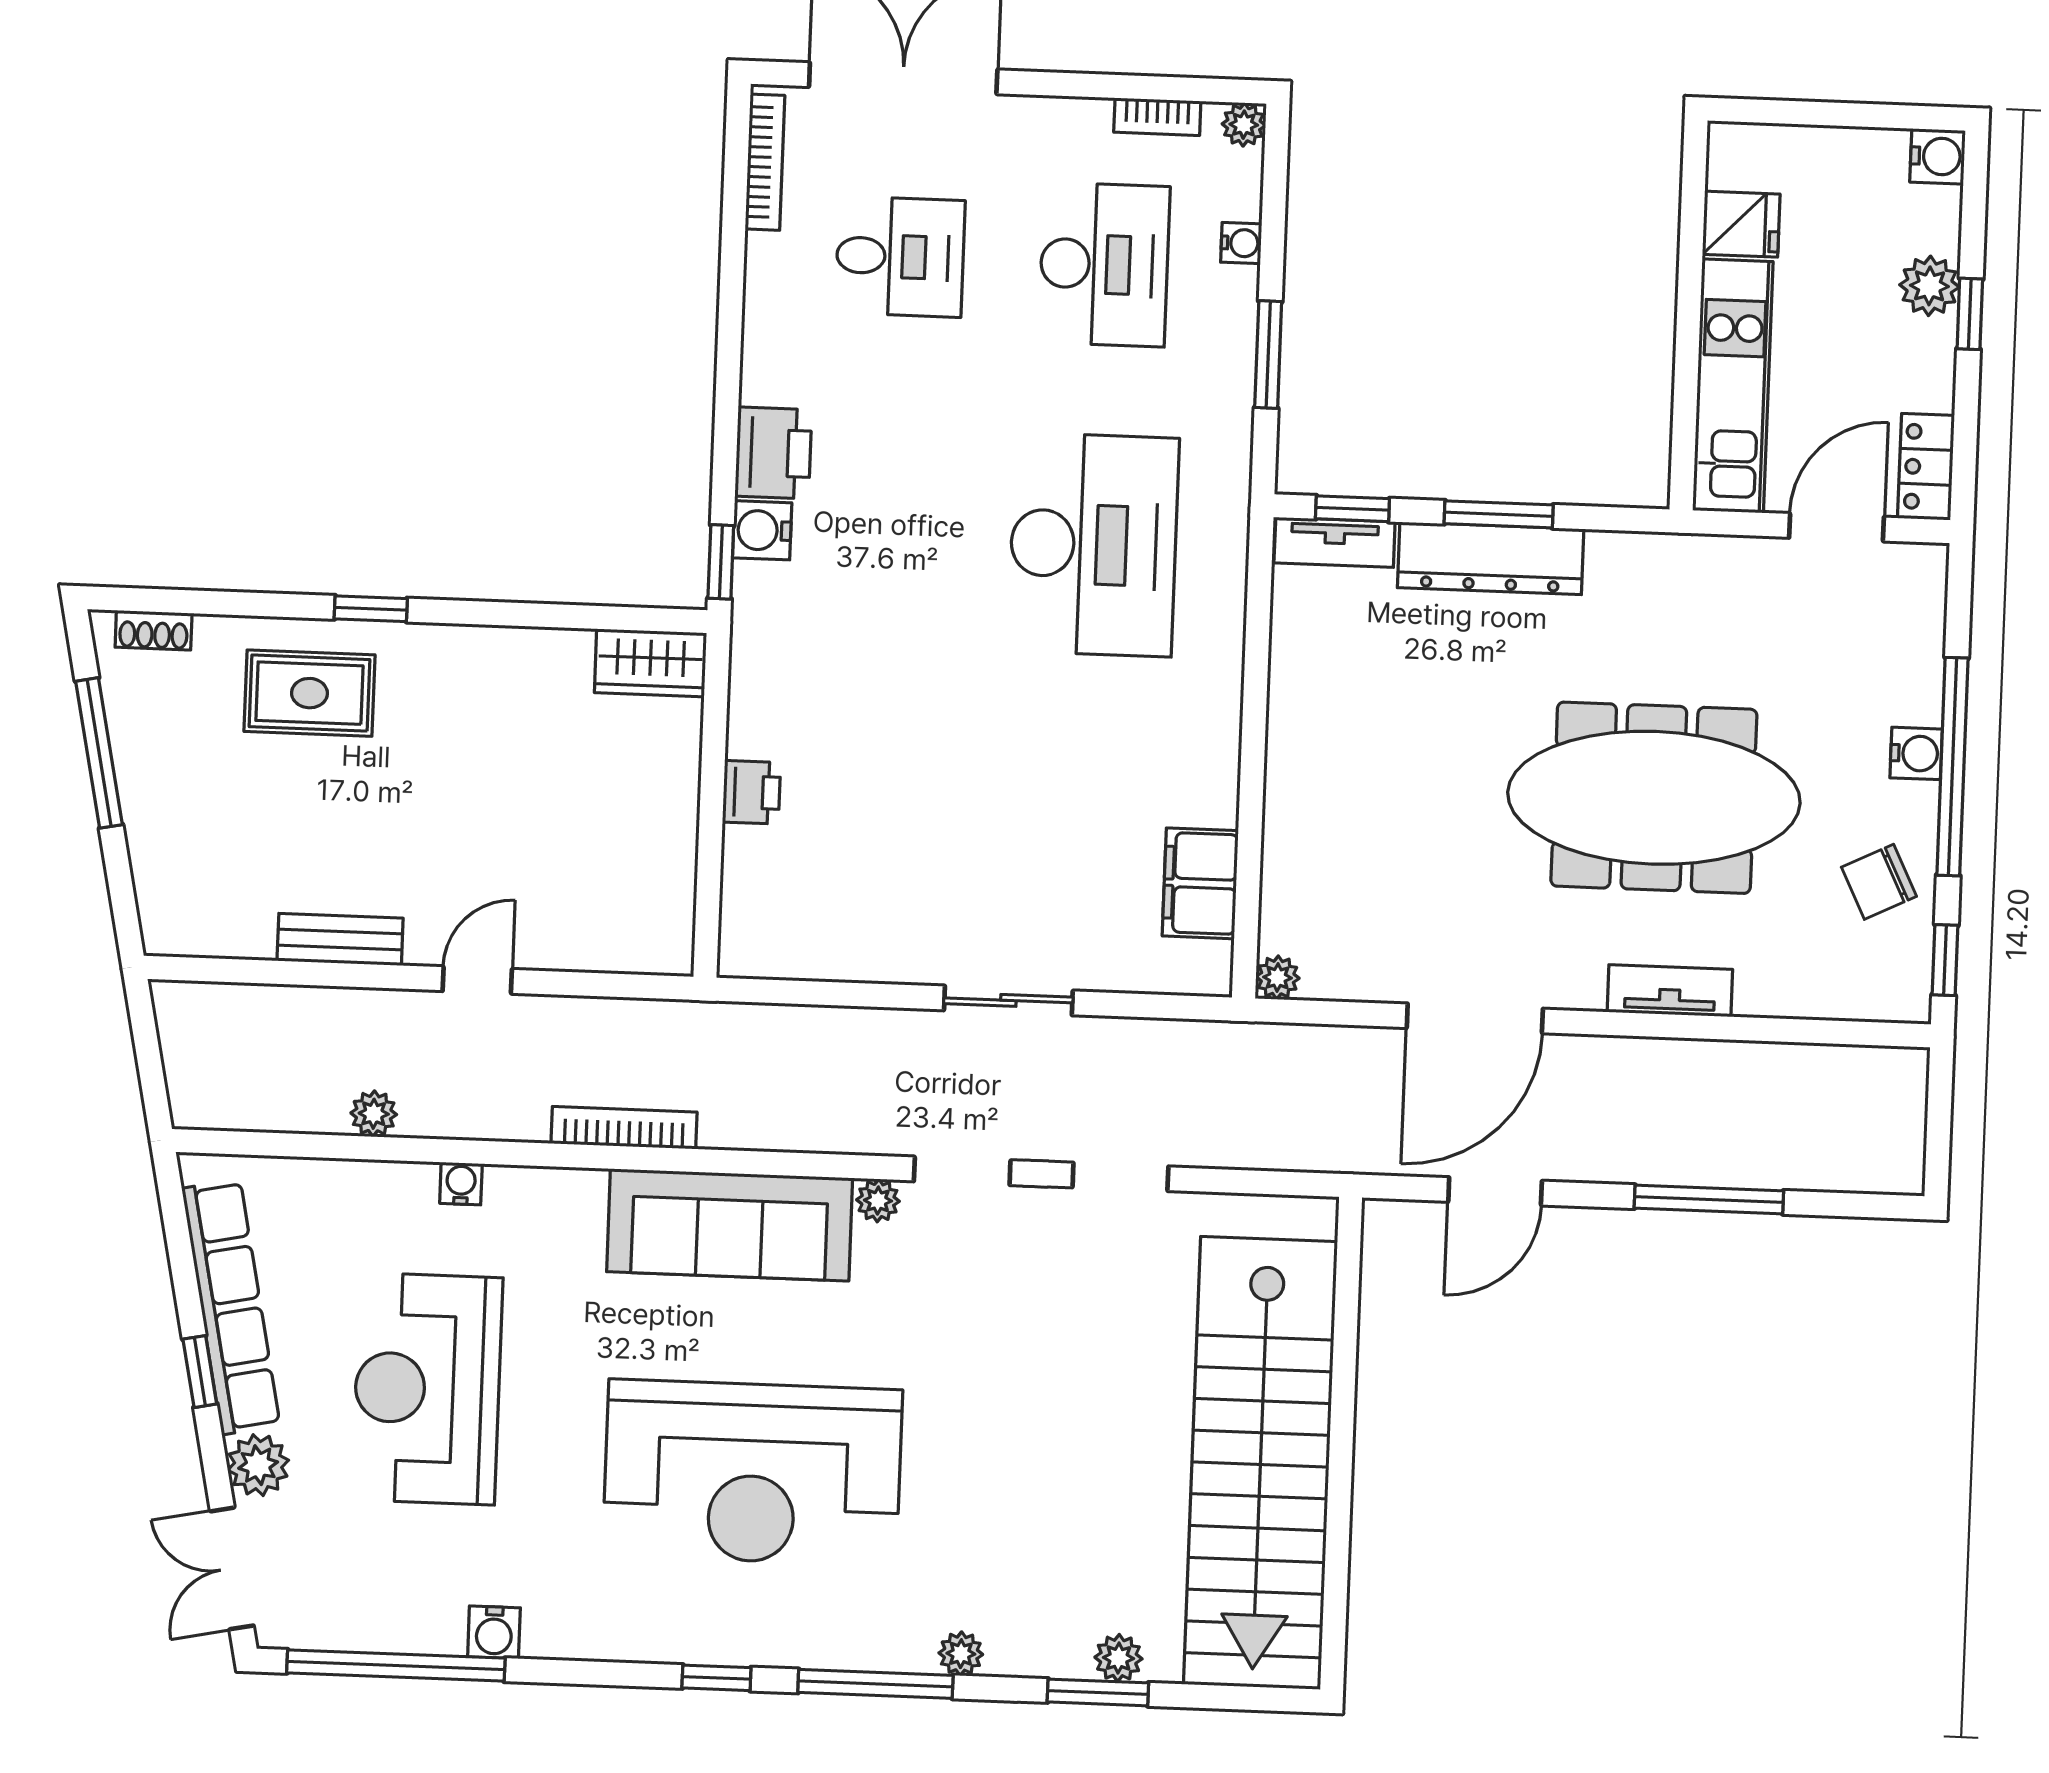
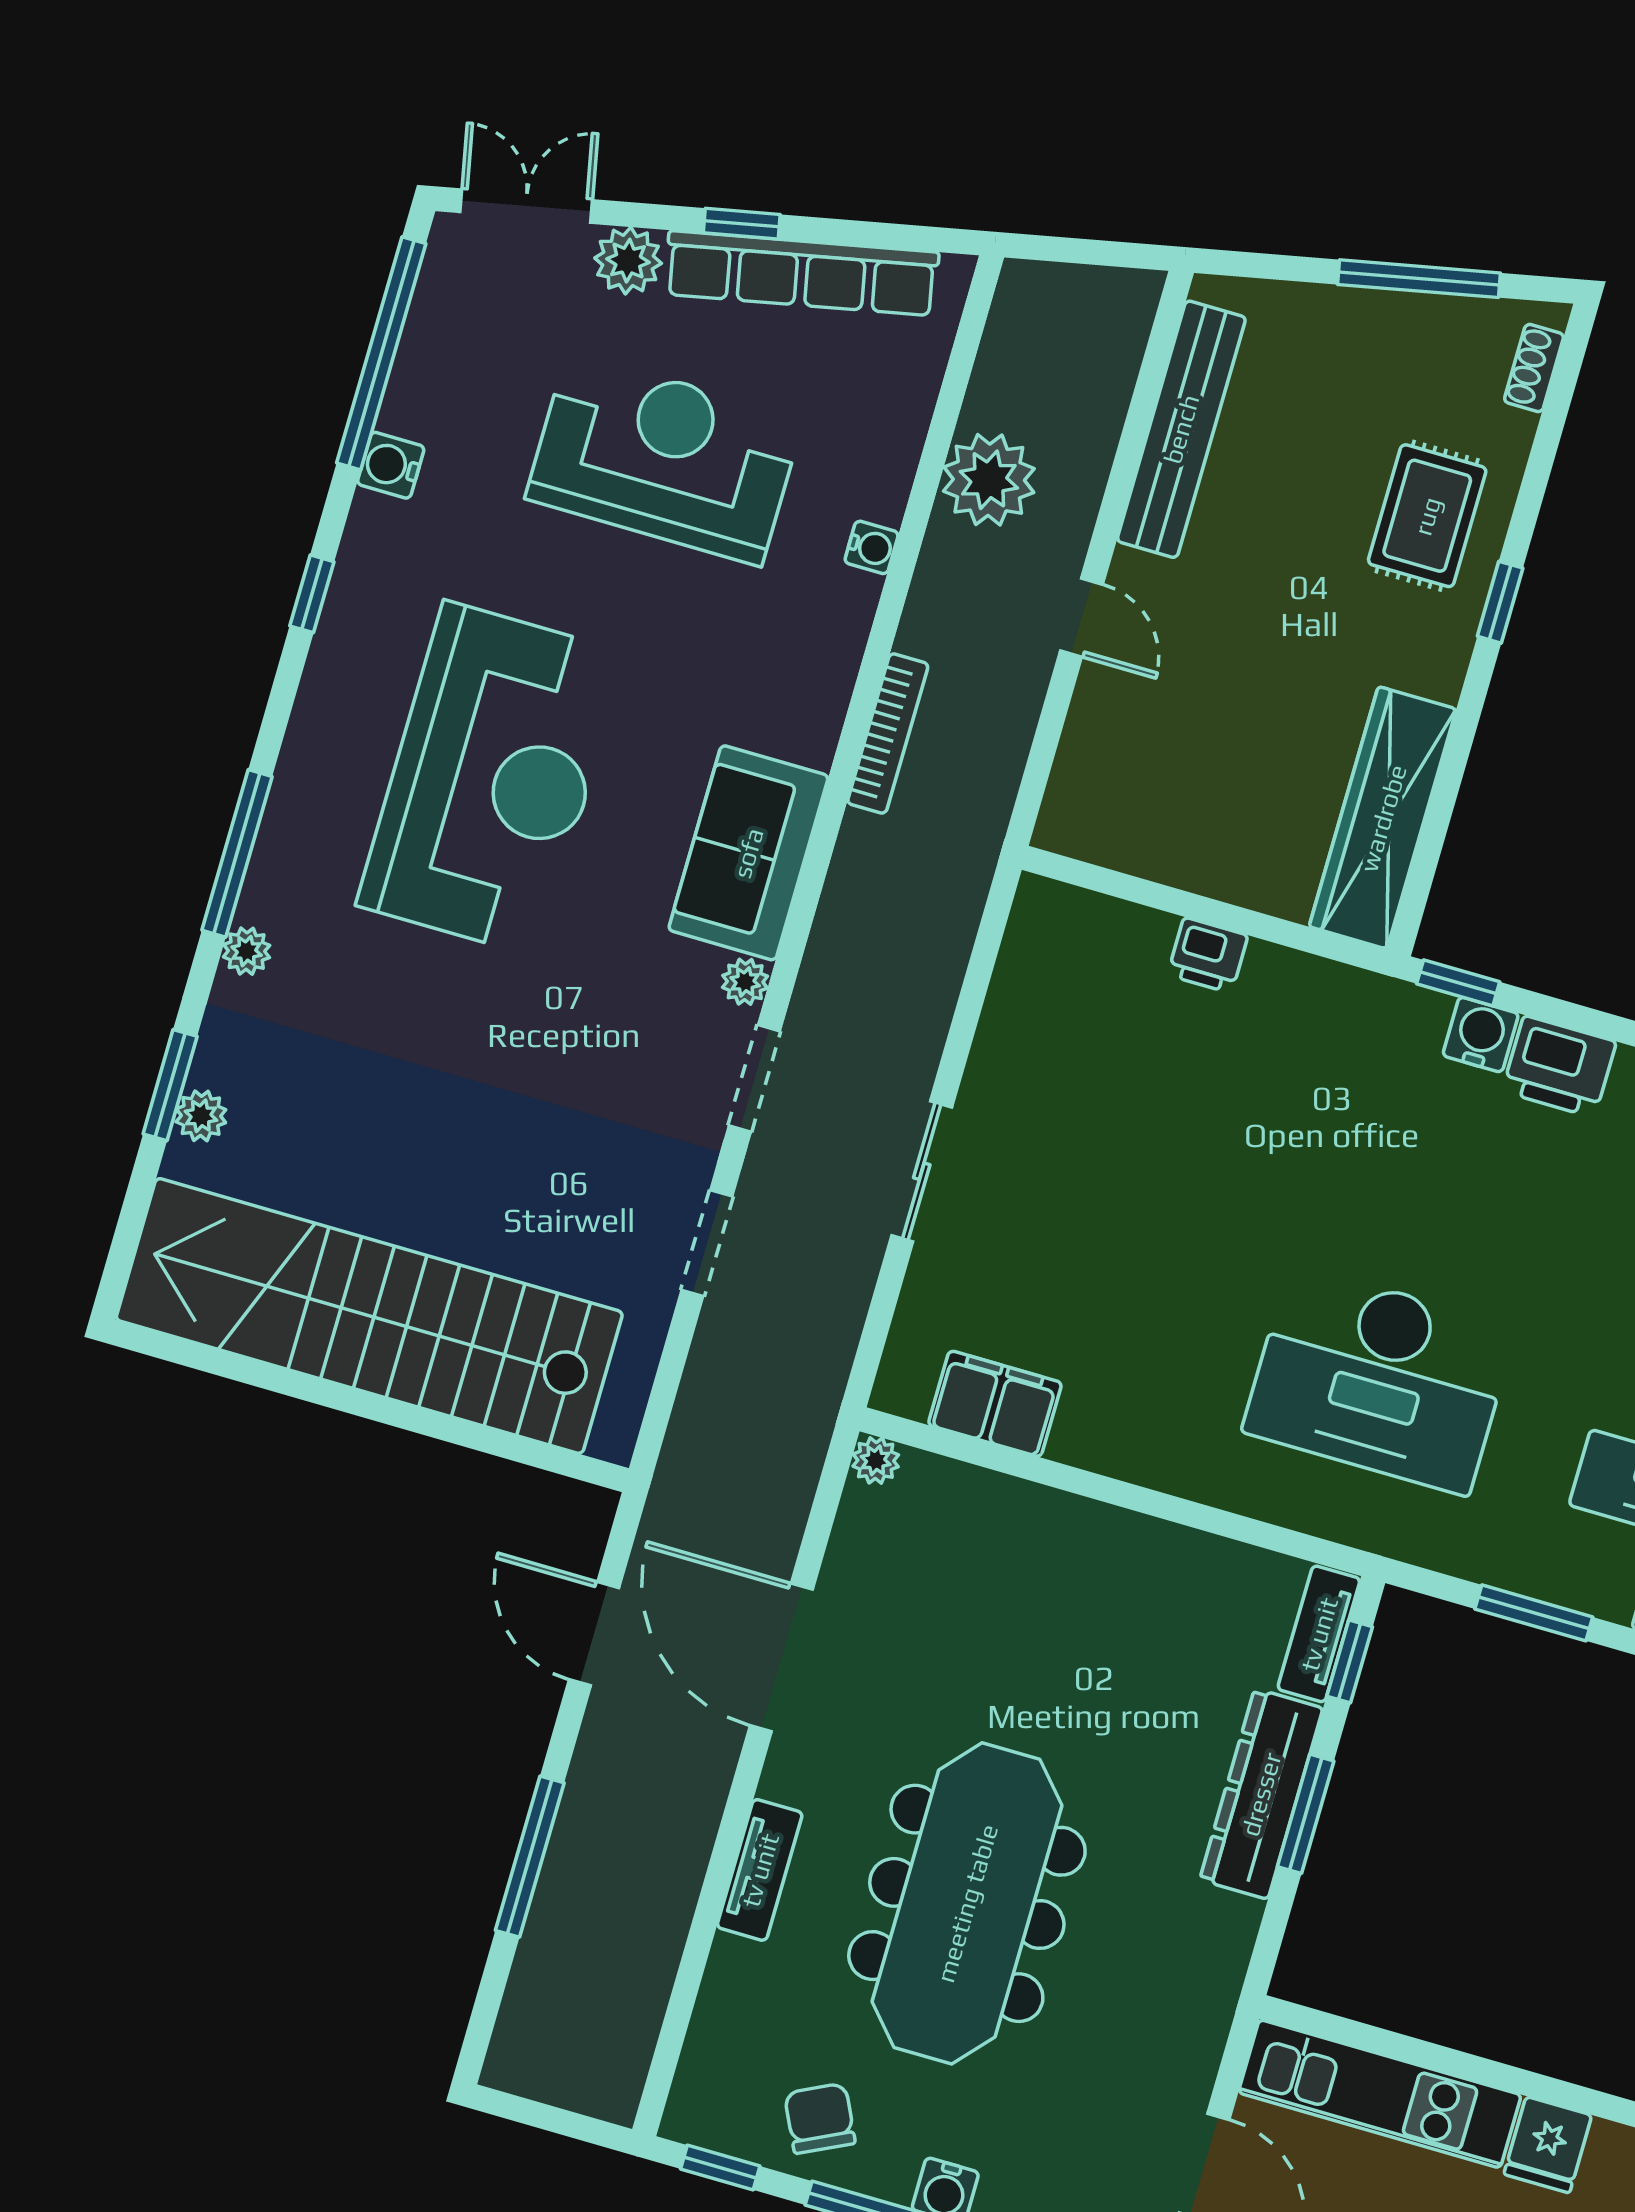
wardrobe: (650, 663) -> (1383, 818), width x2.10, depth x1.17
bench: (340, 940) -> (1181, 429), width x1.86, depth x1.21
plant: (374, 1114) -> (989, 480), width x1.87, depth x1.87
sofa: (730, 1225) -> (748, 853), width x0.73
reception desk: (752, 1473) -> (491, 779), turned 180
window: (716, 1678) -> (312, 594), moved

